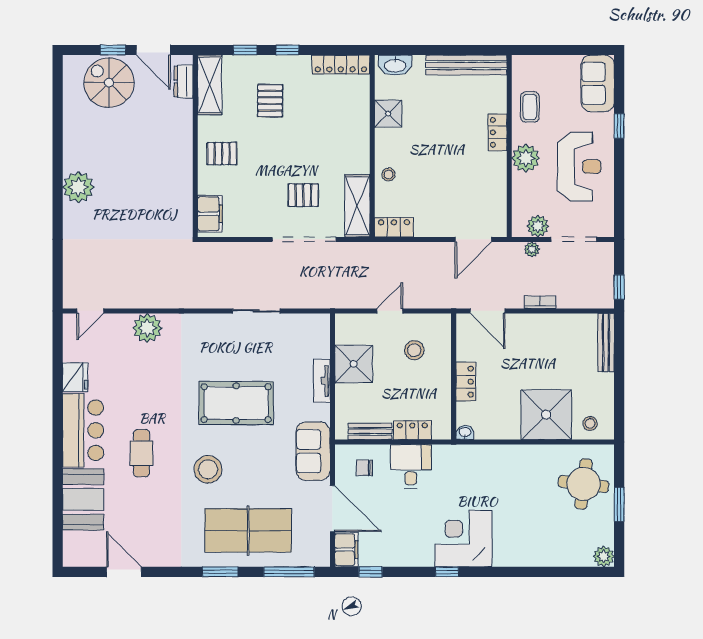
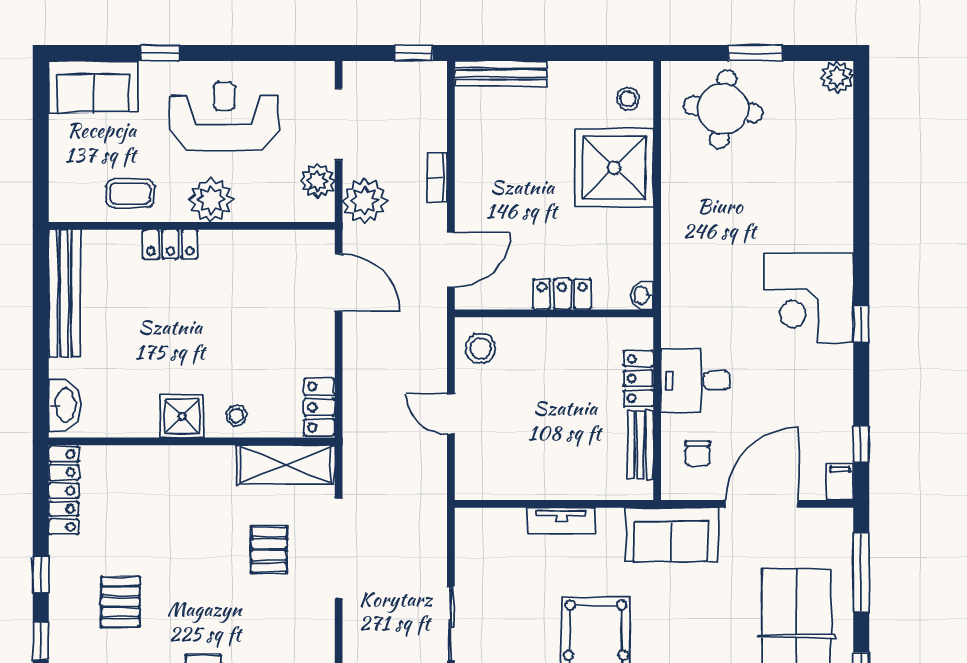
pallet: (270, 101) -> (120, 602), turned 90
shower: (388, 114) -> (182, 416), moved
plant: (532, 249) -> (365, 201), width x1.88, depth x1.88
stool: (414, 350) -> (481, 348), moved
shower: (354, 364) -> (534, 471), removed
filing cabinet: (346, 550) -> (840, 482), width x0.50

